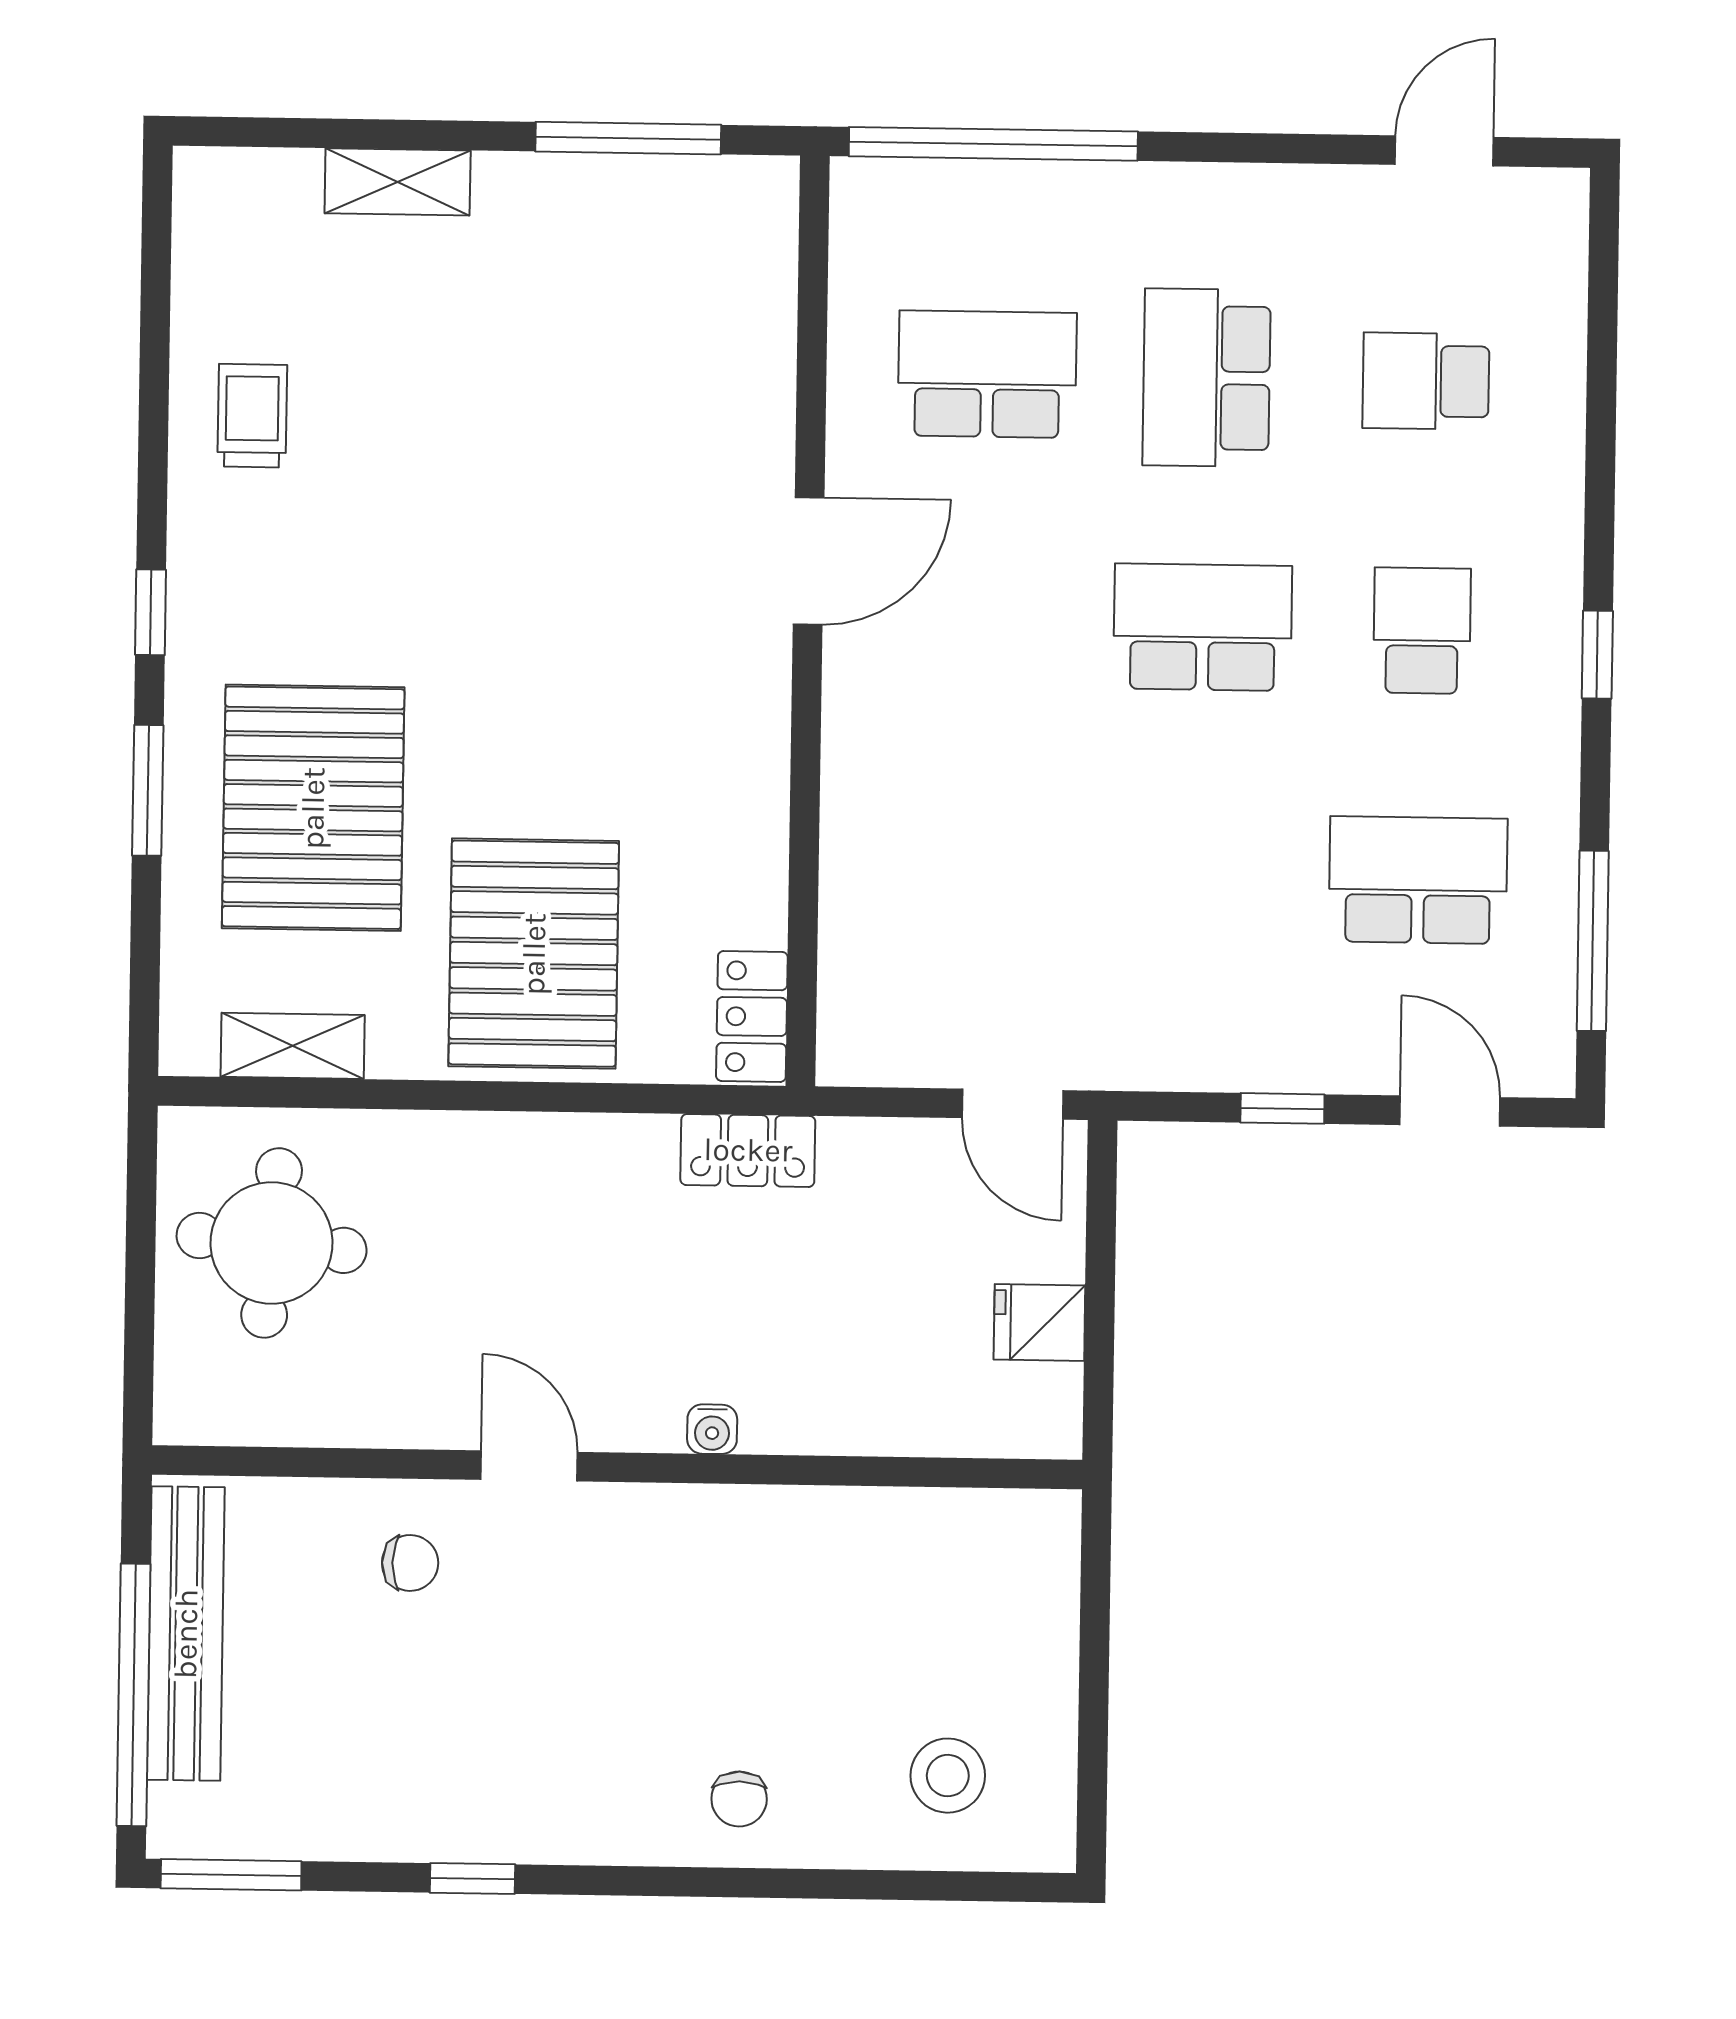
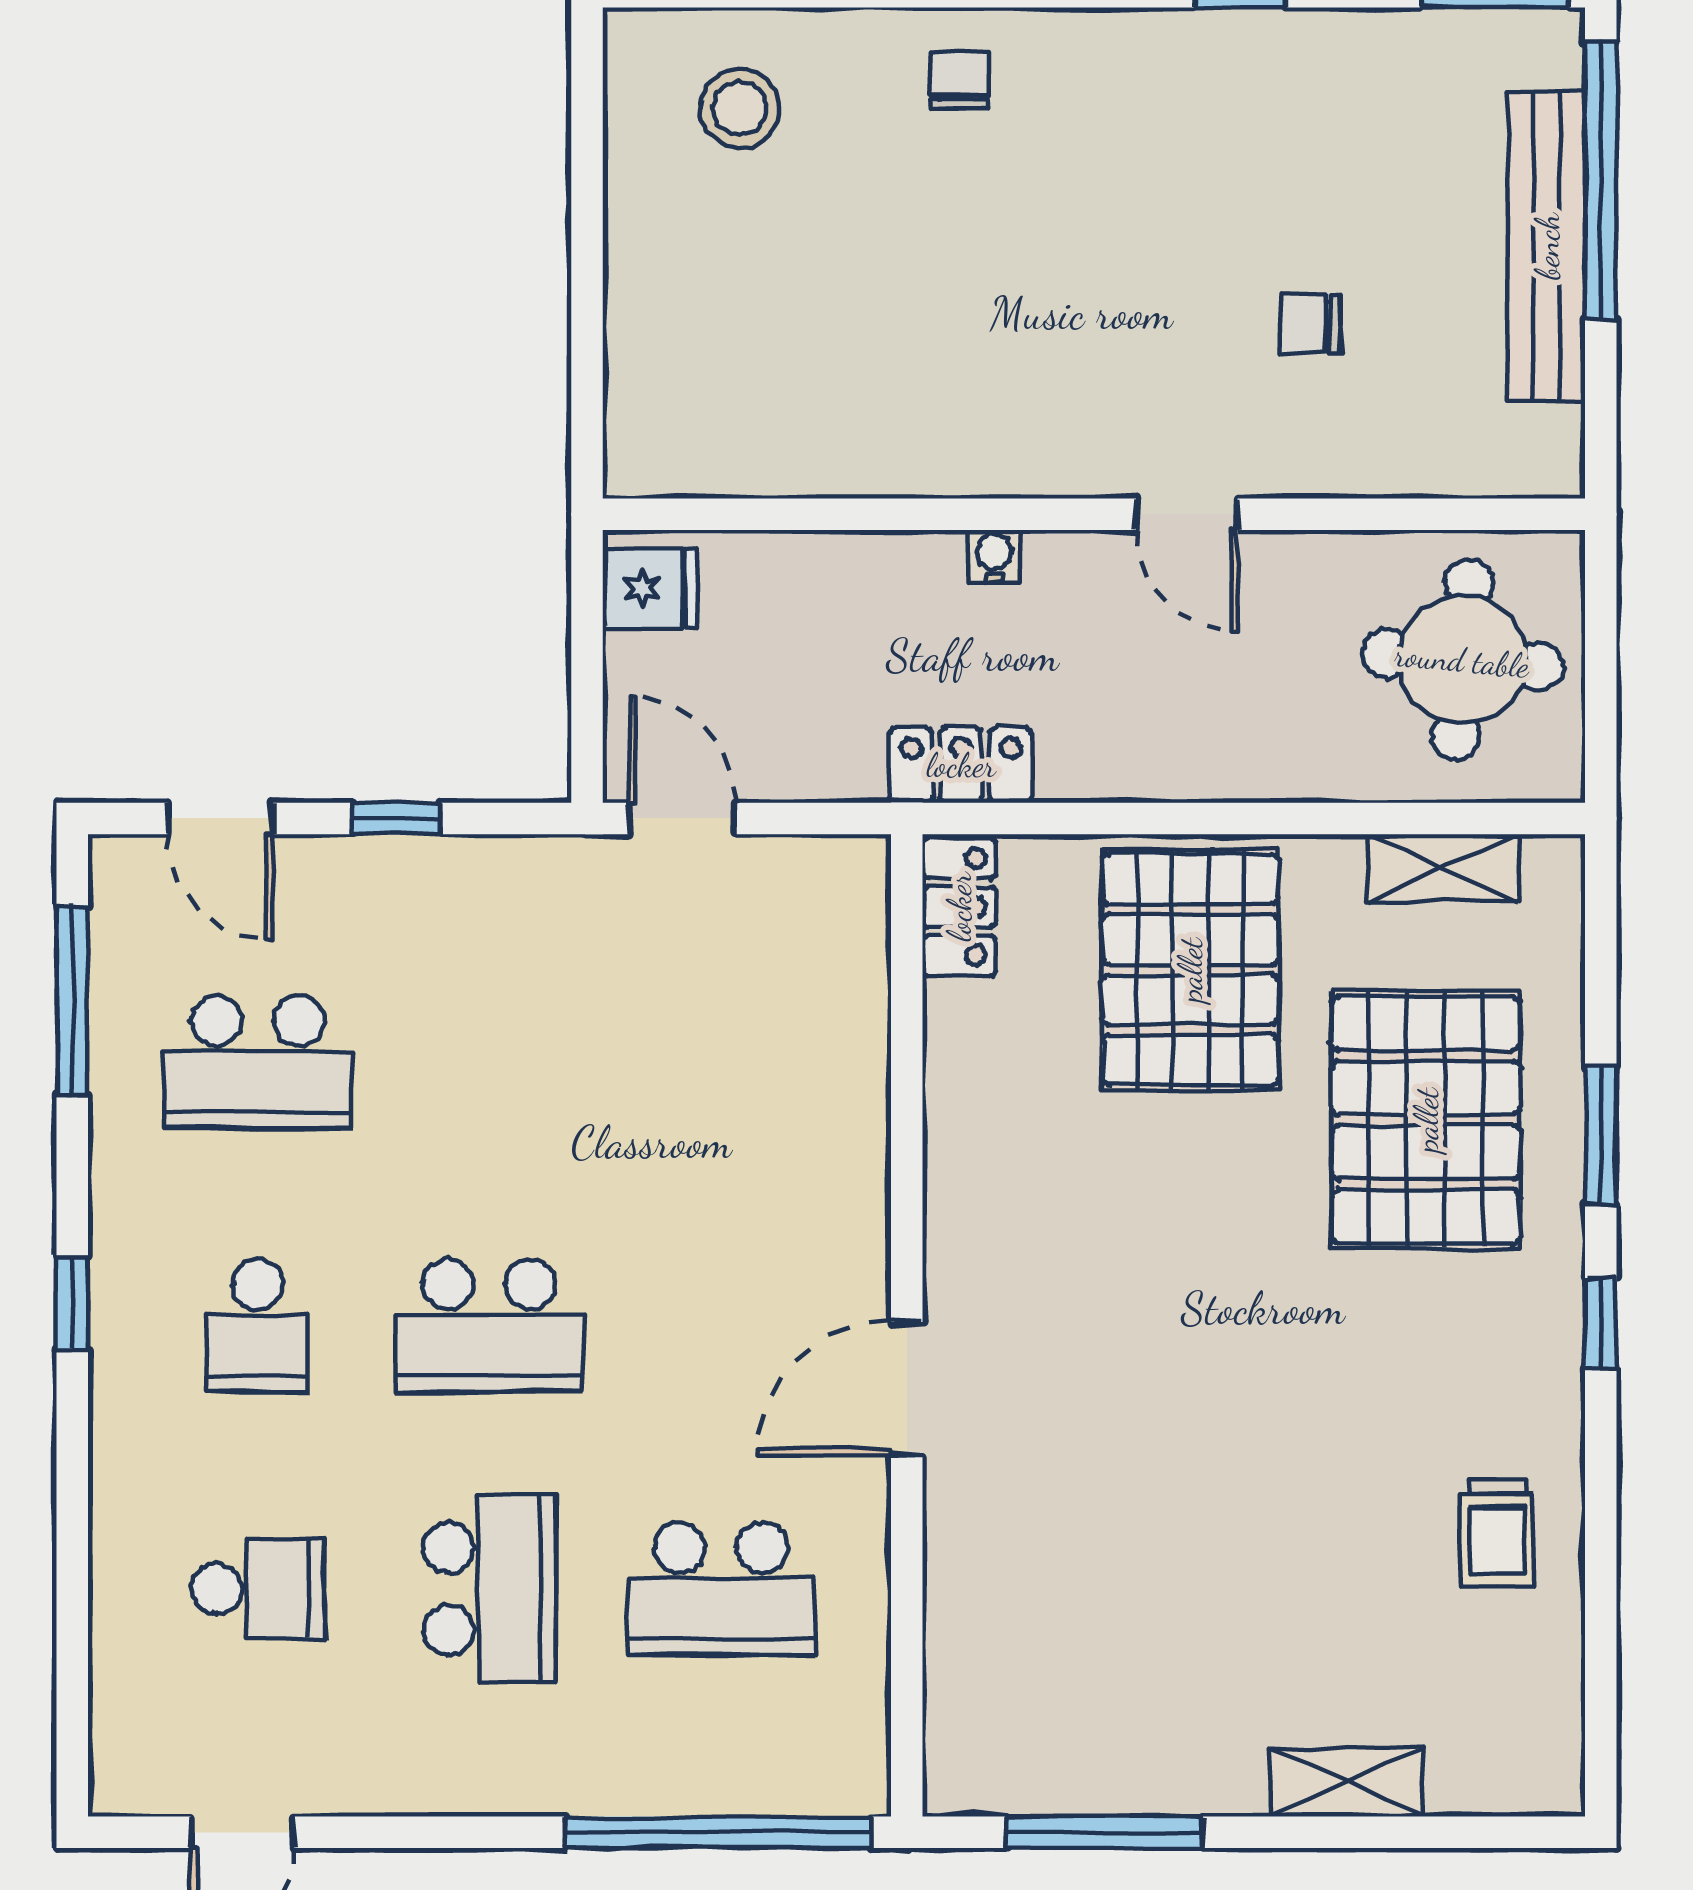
water cooler: (712, 1429) -> (994, 556), moved
door: (529, 1466) -> (1187, 514), moved
wall: (617, 1467) -> (1094, 514), moved

